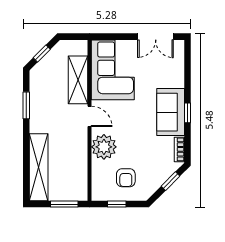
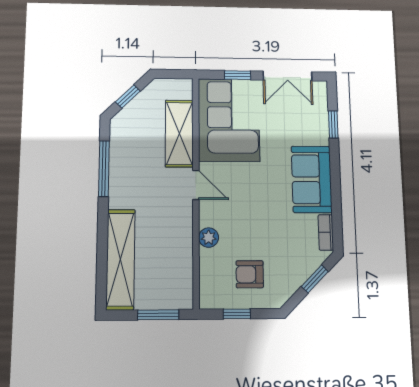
window: (119, 37) -> (238, 75), added
window: (26, 105) -> (104, 169), width x1.44
window: (187, 113) -> (333, 124), moved
plant: (104, 147) -> (209, 238), width x0.53, depth x0.53
armchair: (126, 178) -> (250, 274), turned 90

